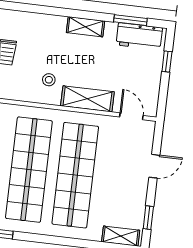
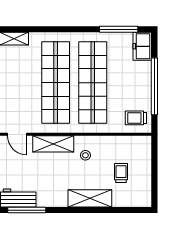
window: (130, 20) -> (27, 210), width x1.44
shelving: (85, 27) -> (90, 198), moved, width x1.50, depth x1.33

